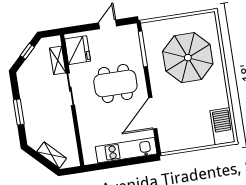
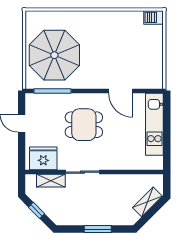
parasol: (188, 58) -> (54, 55), moved
dining table: (115, 83) -> (84, 125), width x0.73
door: (153, 113) -> (121, 91), width x0.73
barbecue: (222, 126) -> (154, 17), width x0.53, depth x0.65

